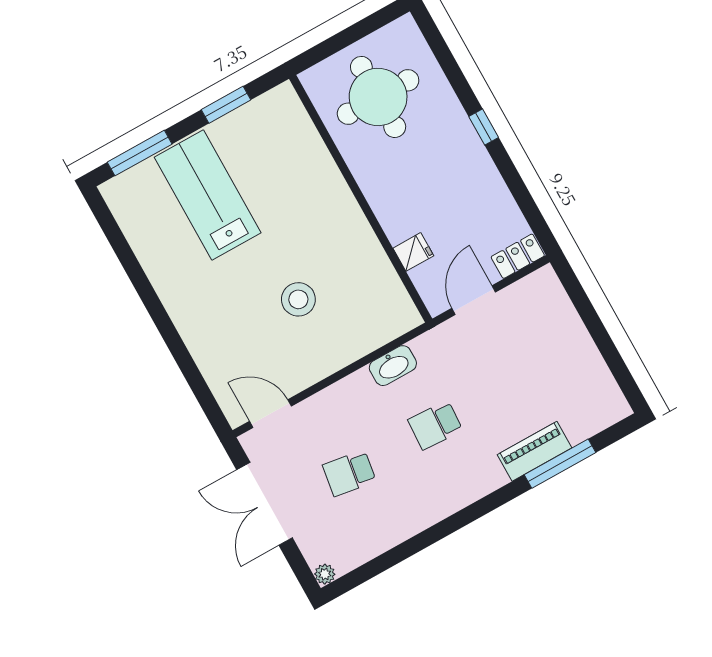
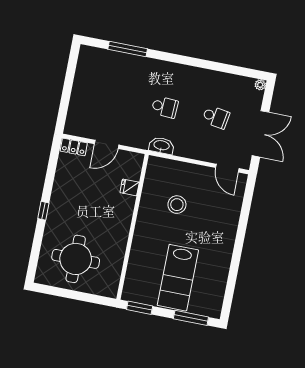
wall: (361, 199) -> (133, 227), moved
fridge: (413, 252) -> (130, 187), moved
piano: (534, 451) -> (134, 63), removed

